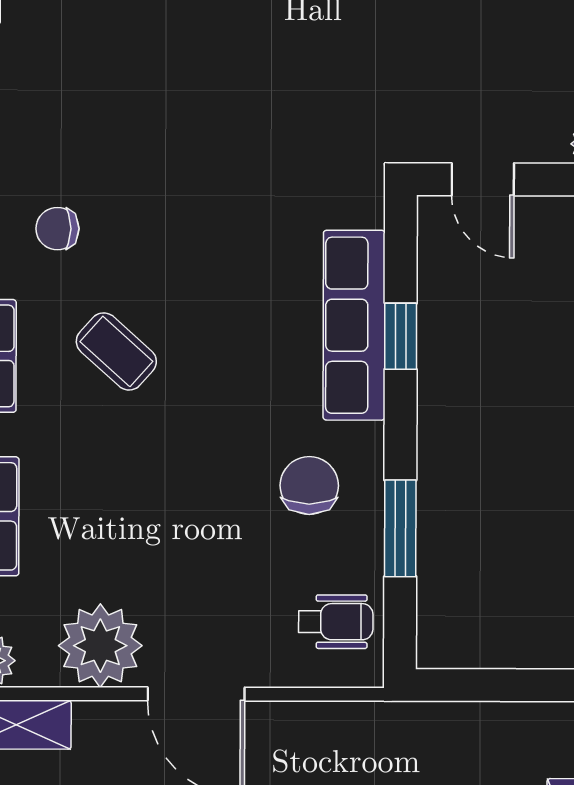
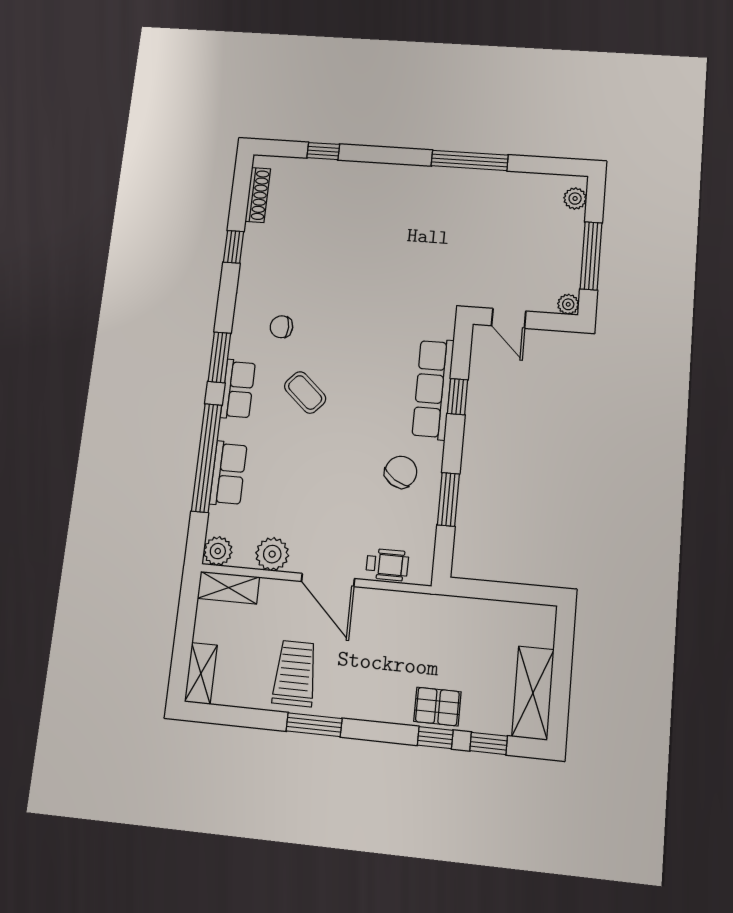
chair: (309, 485) -> (401, 472), turned 33
wheelchair: (336, 622) -> (387, 565), moved
plant: (100, 646) -> (272, 554), width x0.73, depth x0.73

